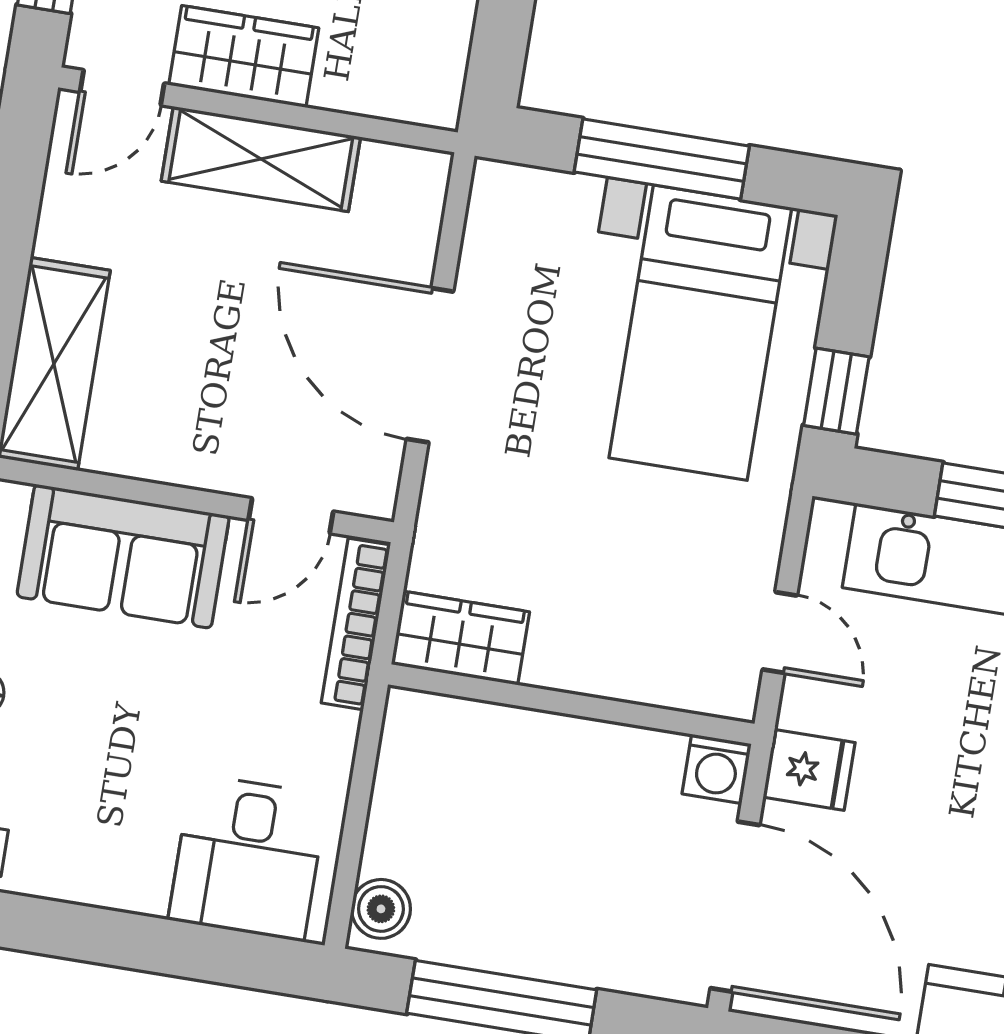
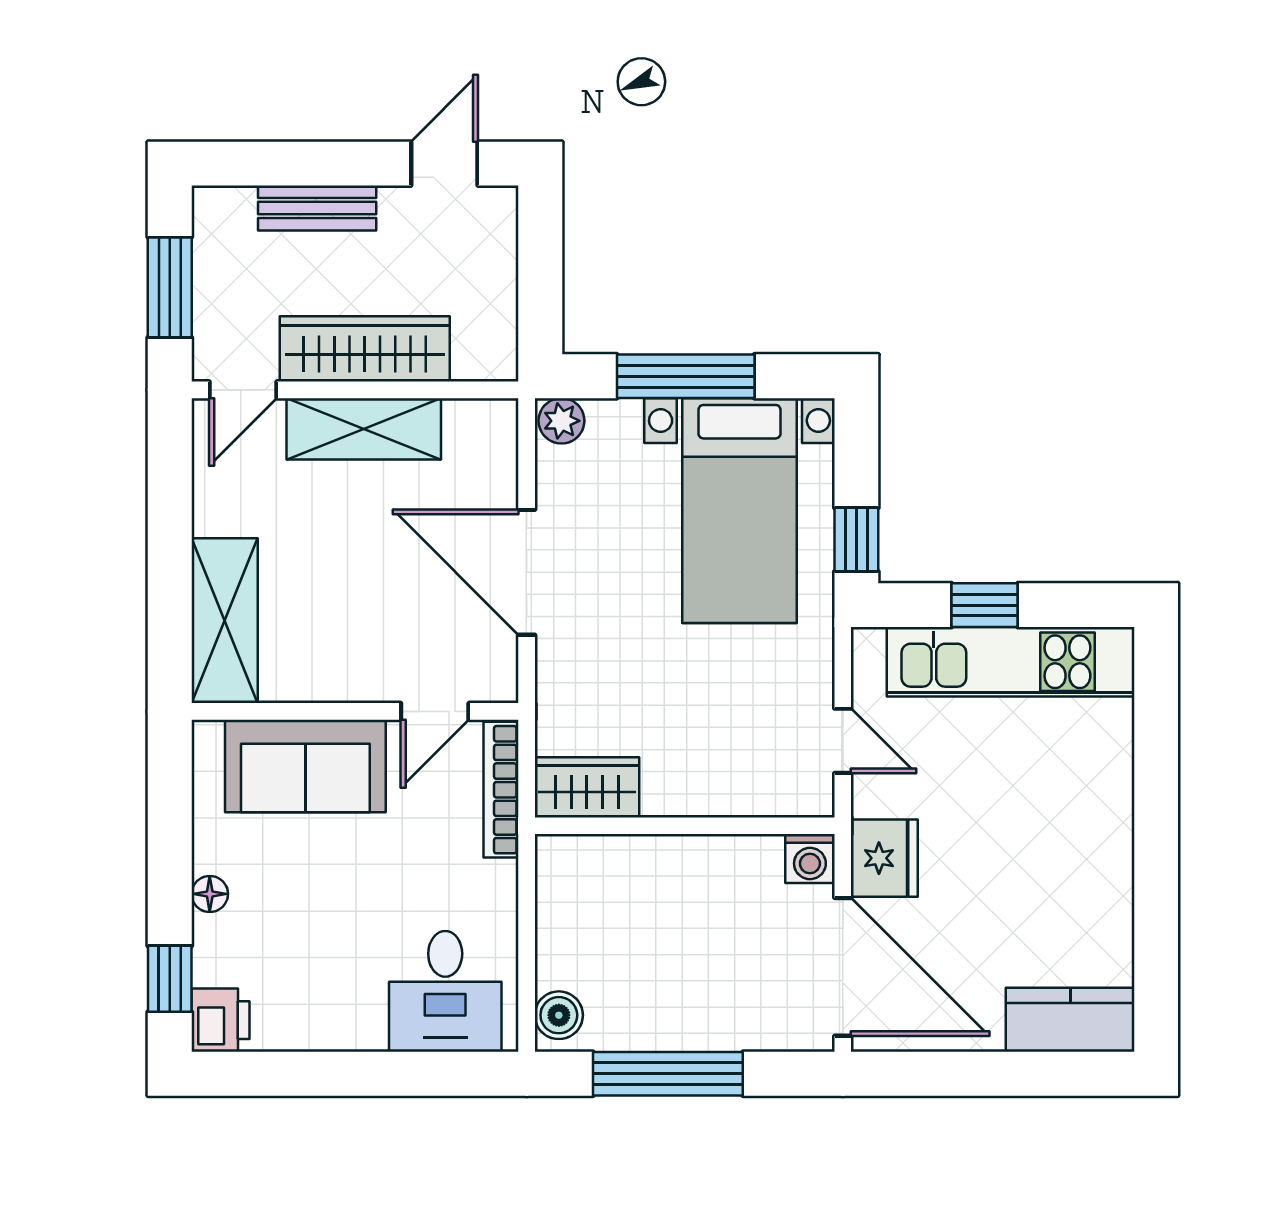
wardrobe: (244, 56) -> (365, 349), width x1.50
plant: (502, 188) -> (561, 421), added
fridge: (809, 770) -> (884, 858), width x1.38

